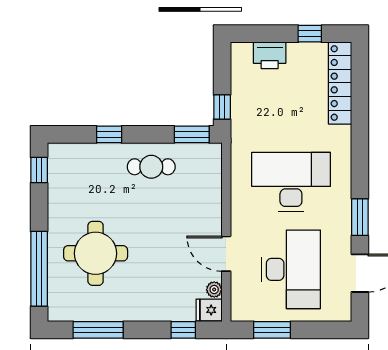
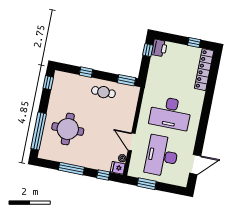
printer: (270, 55) -> (159, 48), moved, turned -90
window: (222, 107) -> (148, 50), moved
desk: (291, 182) -> (170, 113), turned 180
window: (360, 217) -> (201, 137), removed
desk: (291, 269) -> (162, 156), turned 180
window: (98, 330) -> (71, 169), moved

